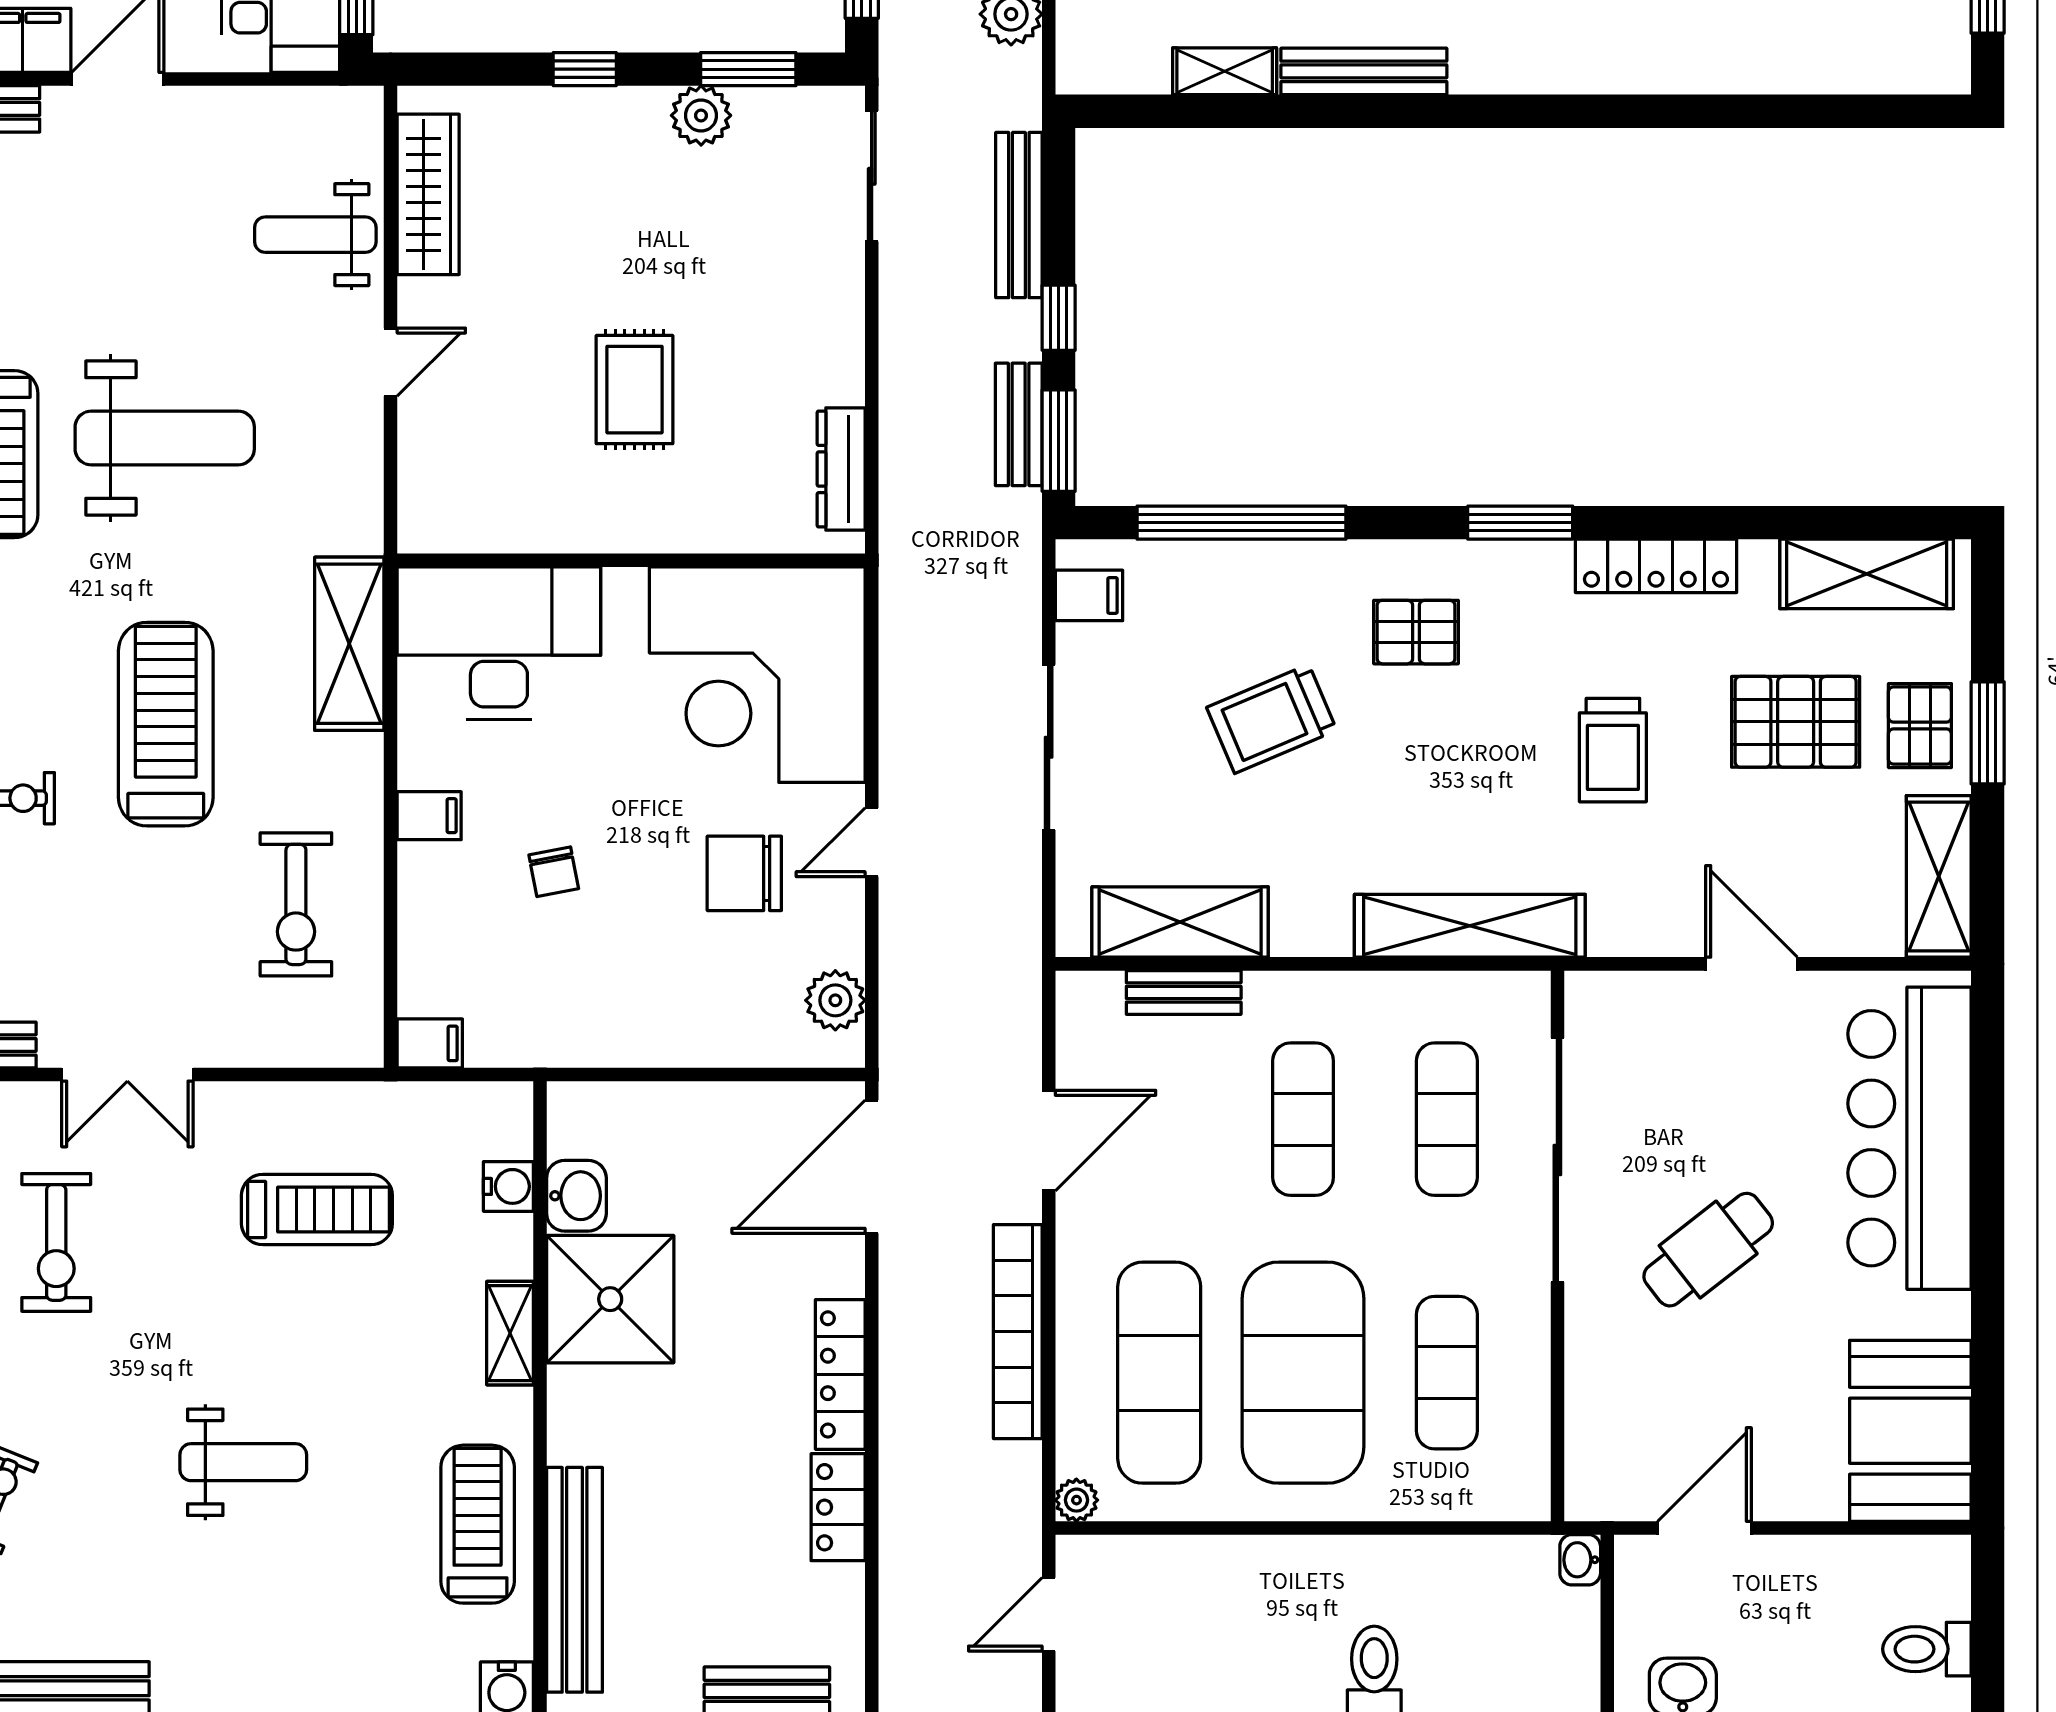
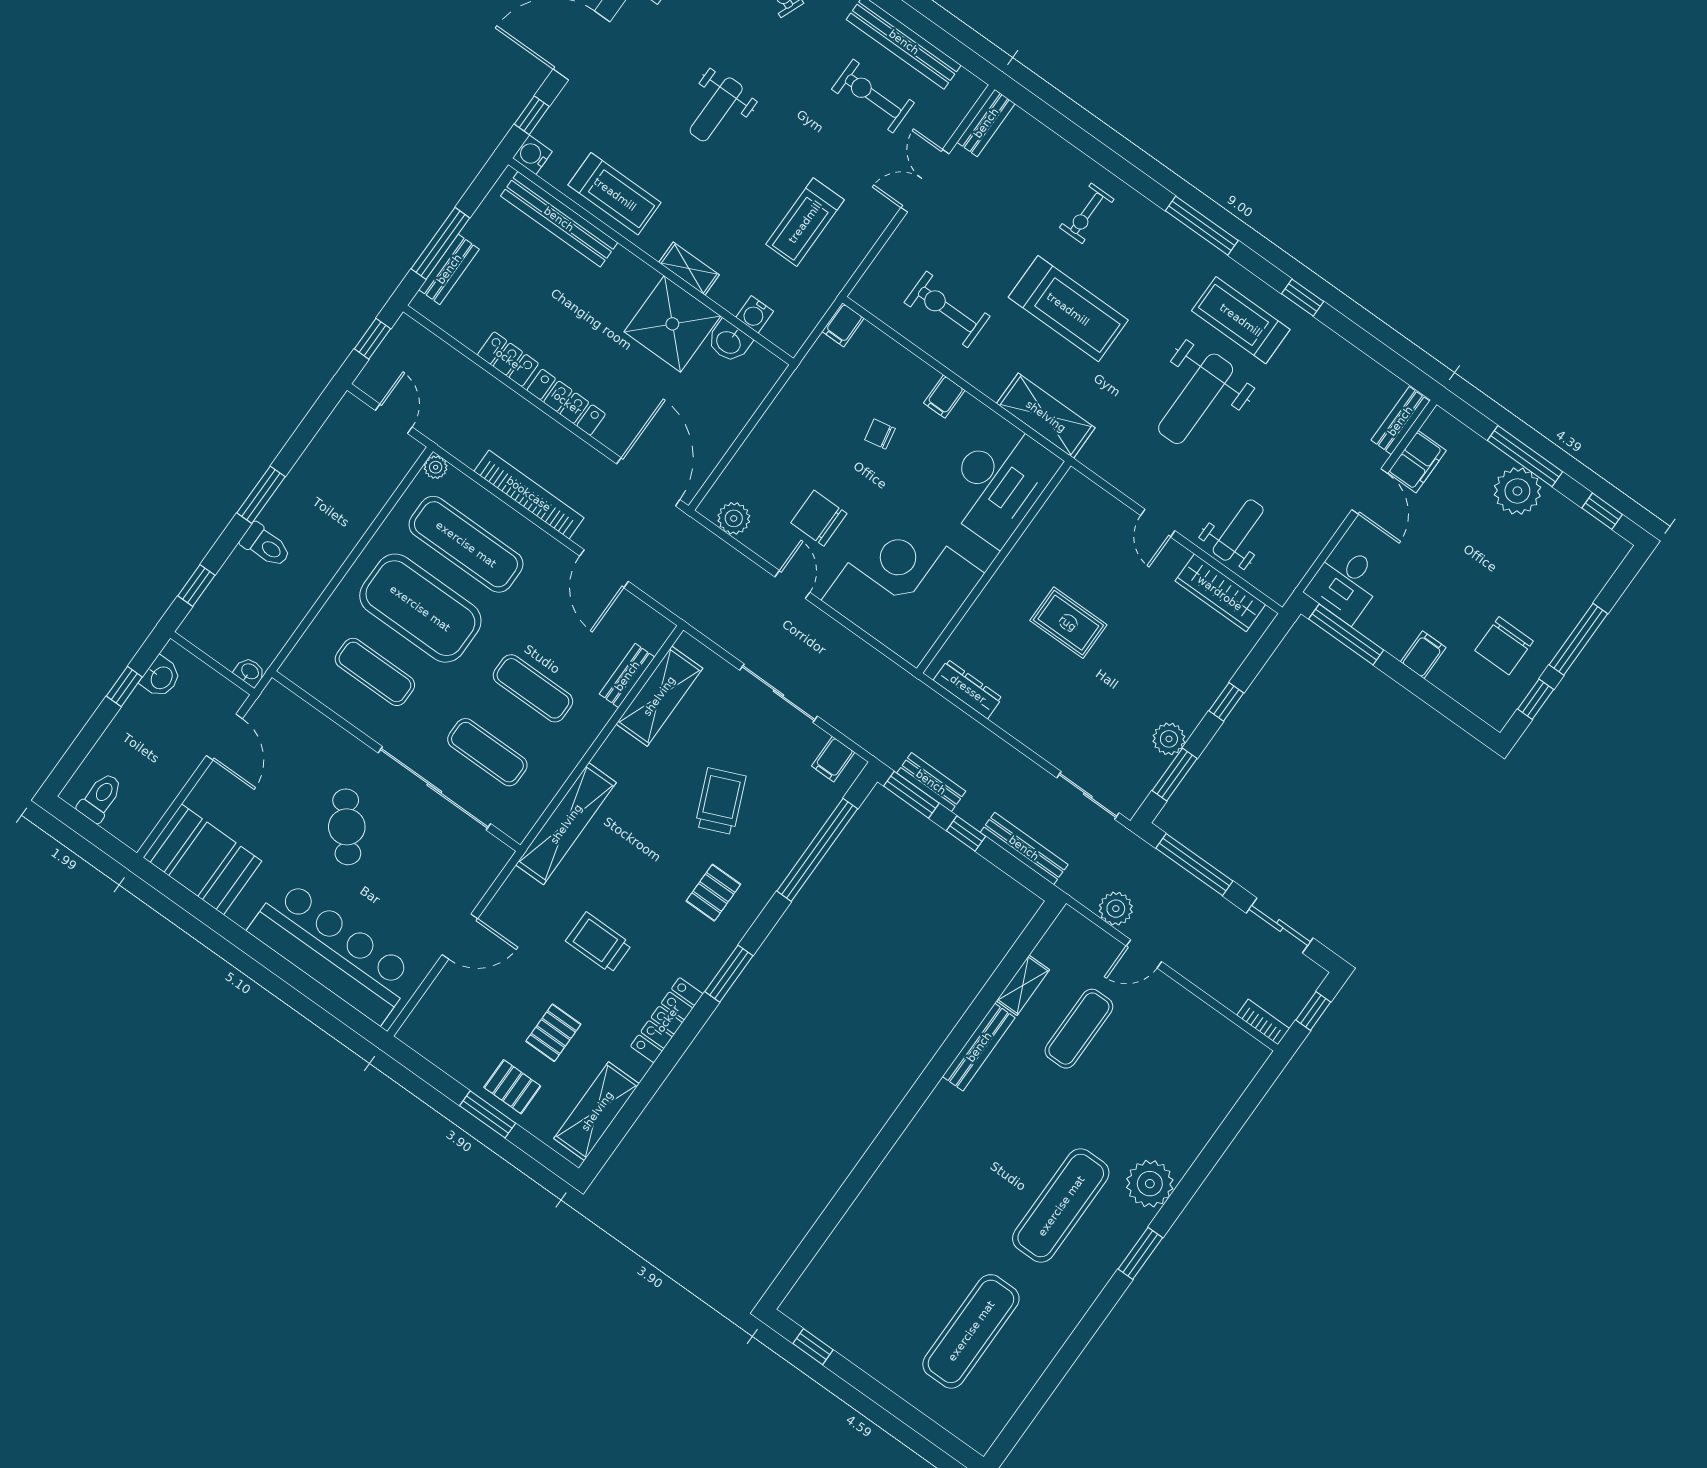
pallet: (1796, 722) -> (553, 1033), width x0.67, depth x0.71
chair: (744, 873) -> (819, 518), turned -90
shelving: (1939, 876) -> (439, 1047), removed

